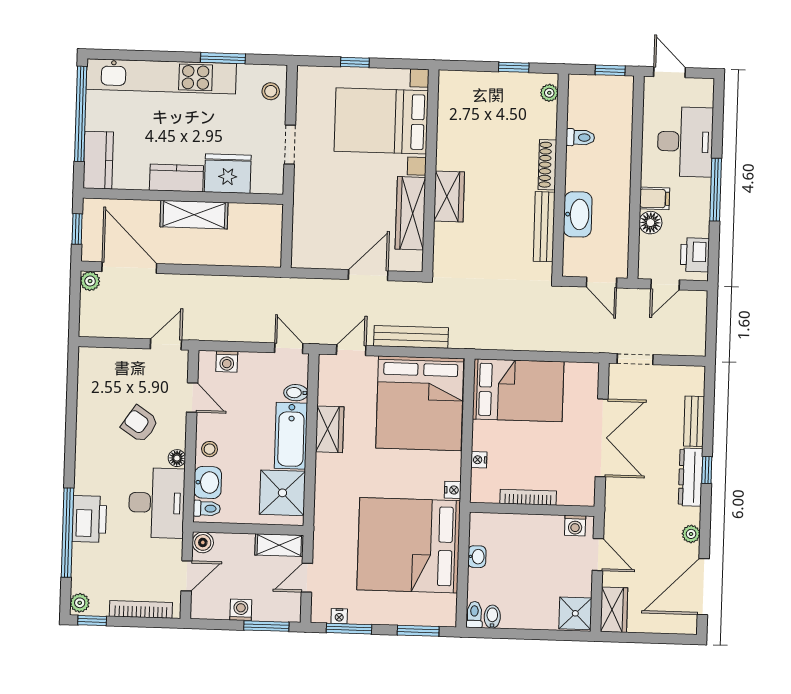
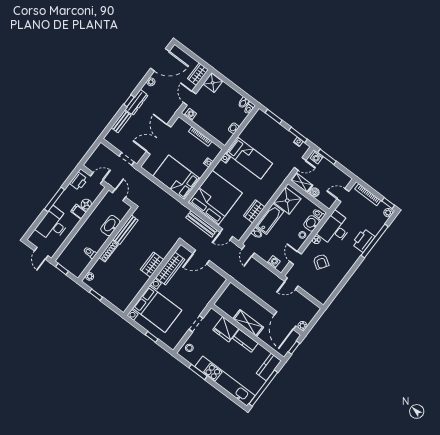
boiler: (203, 542) -> (314, 192), moved
bed: (409, 545) -> (249, 158), width x0.49
washing machine: (241, 610) -> (317, 157), moved

